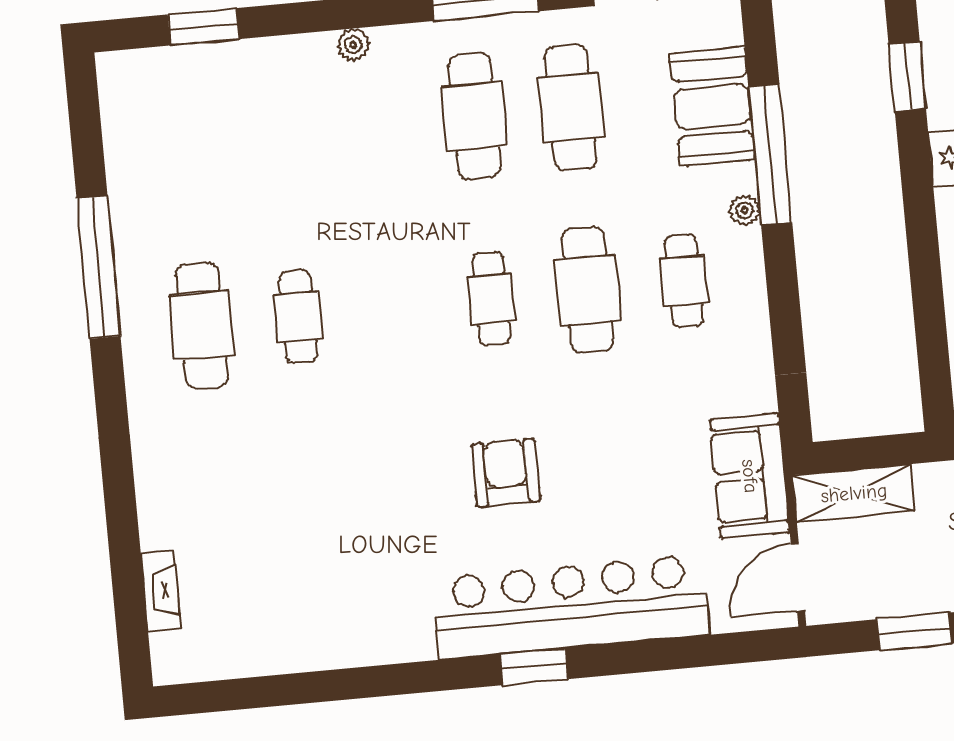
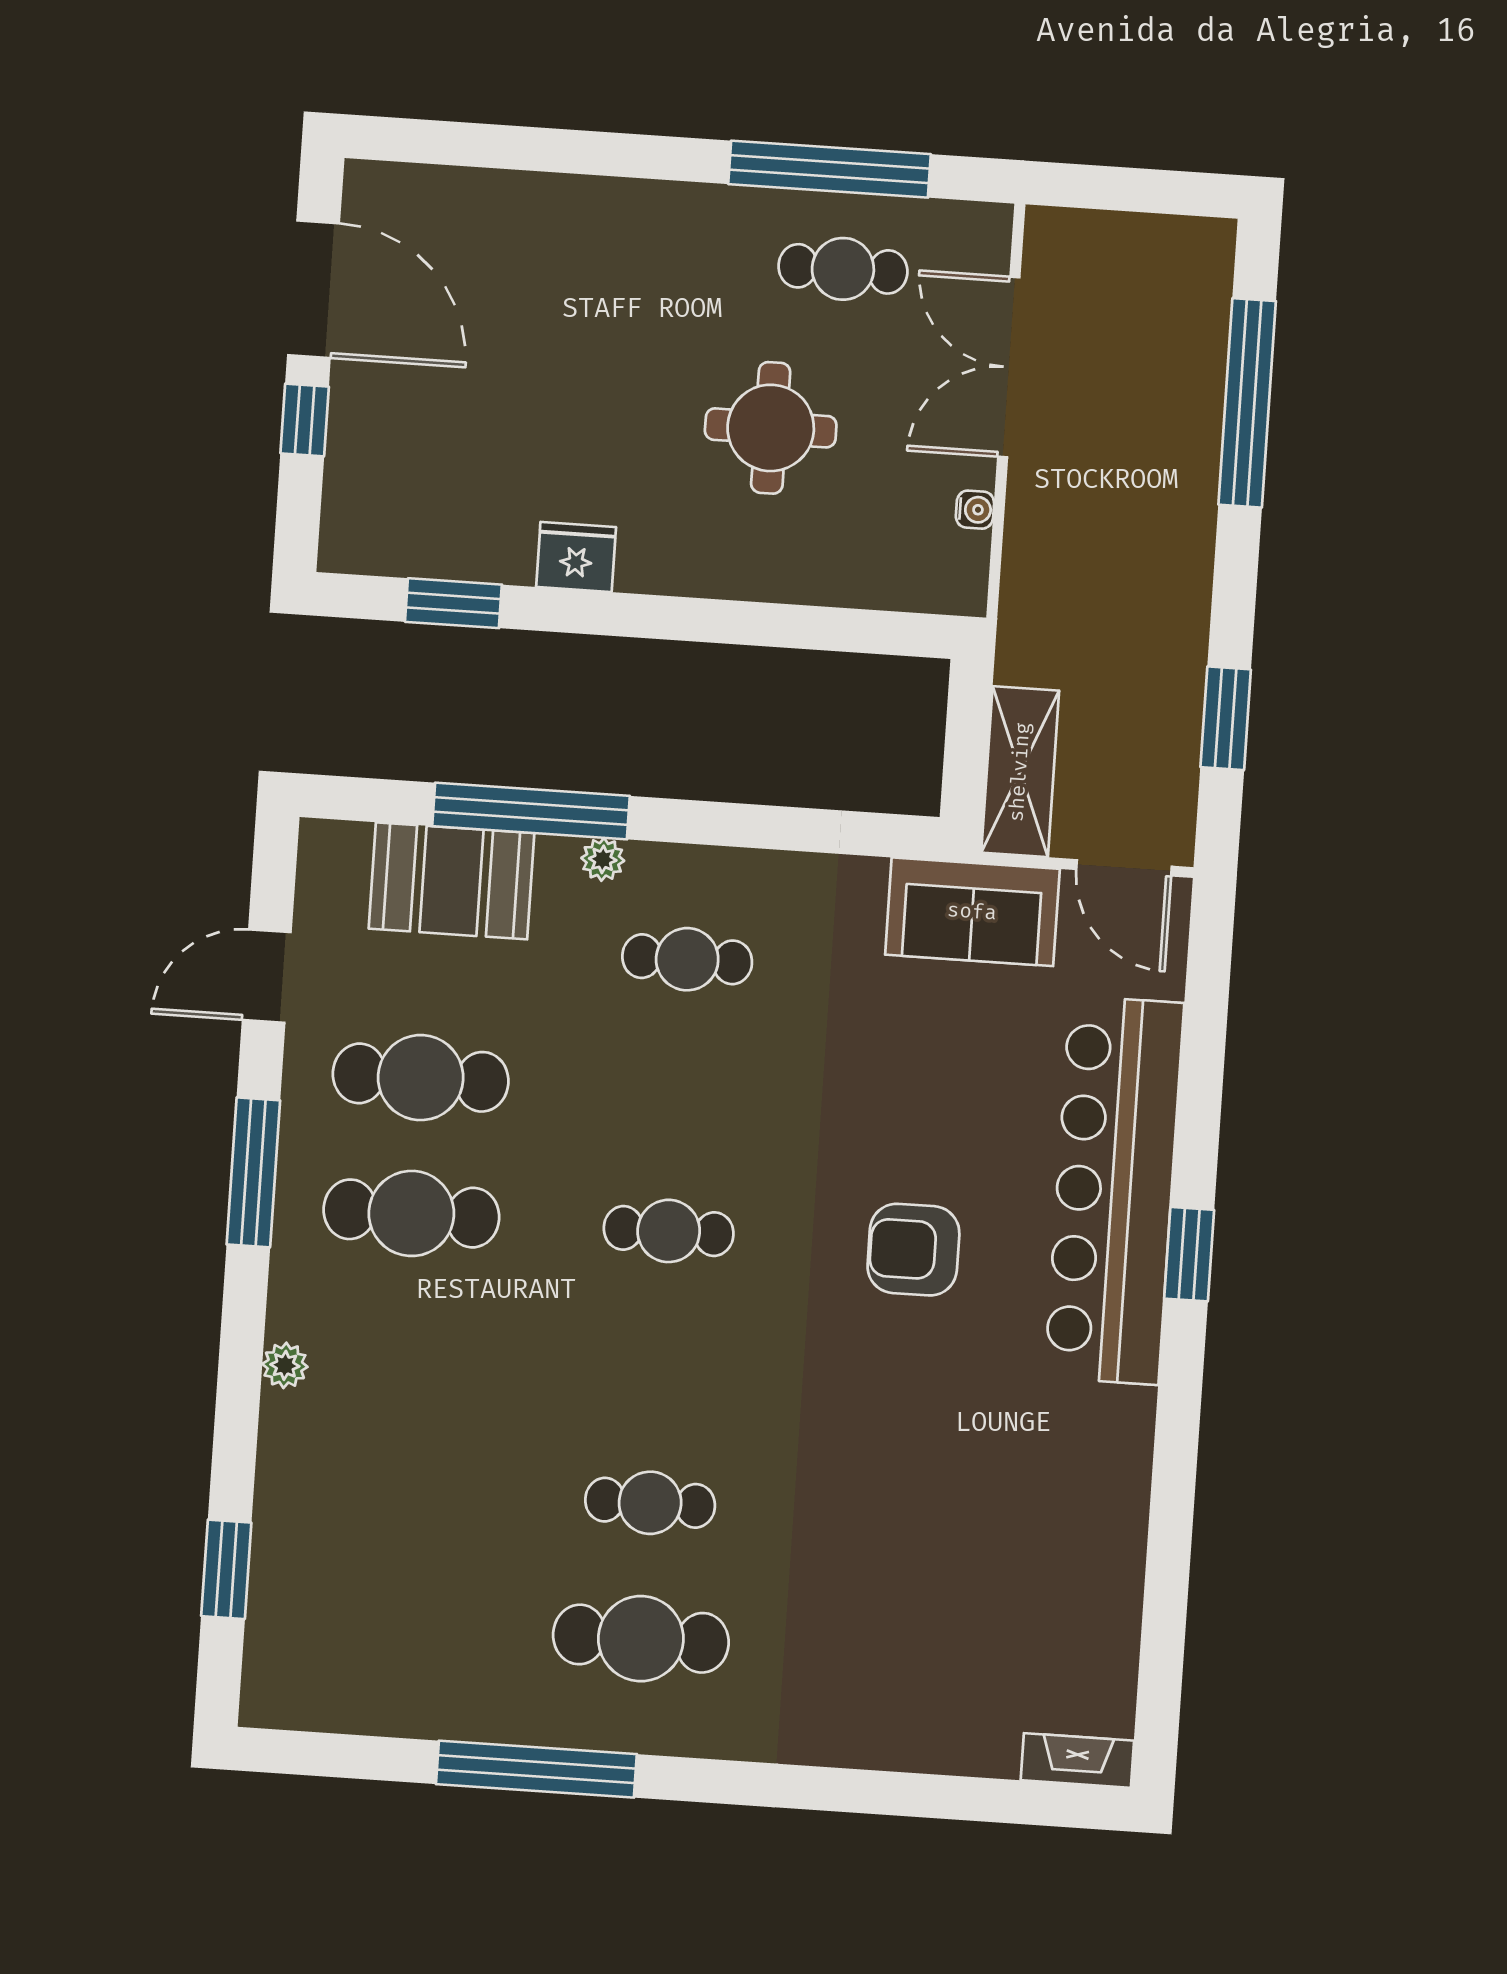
cafe table: (588, 290) -> (678, 1095), removed
fireplace: (161, 591) -> (1077, 1760), moved

